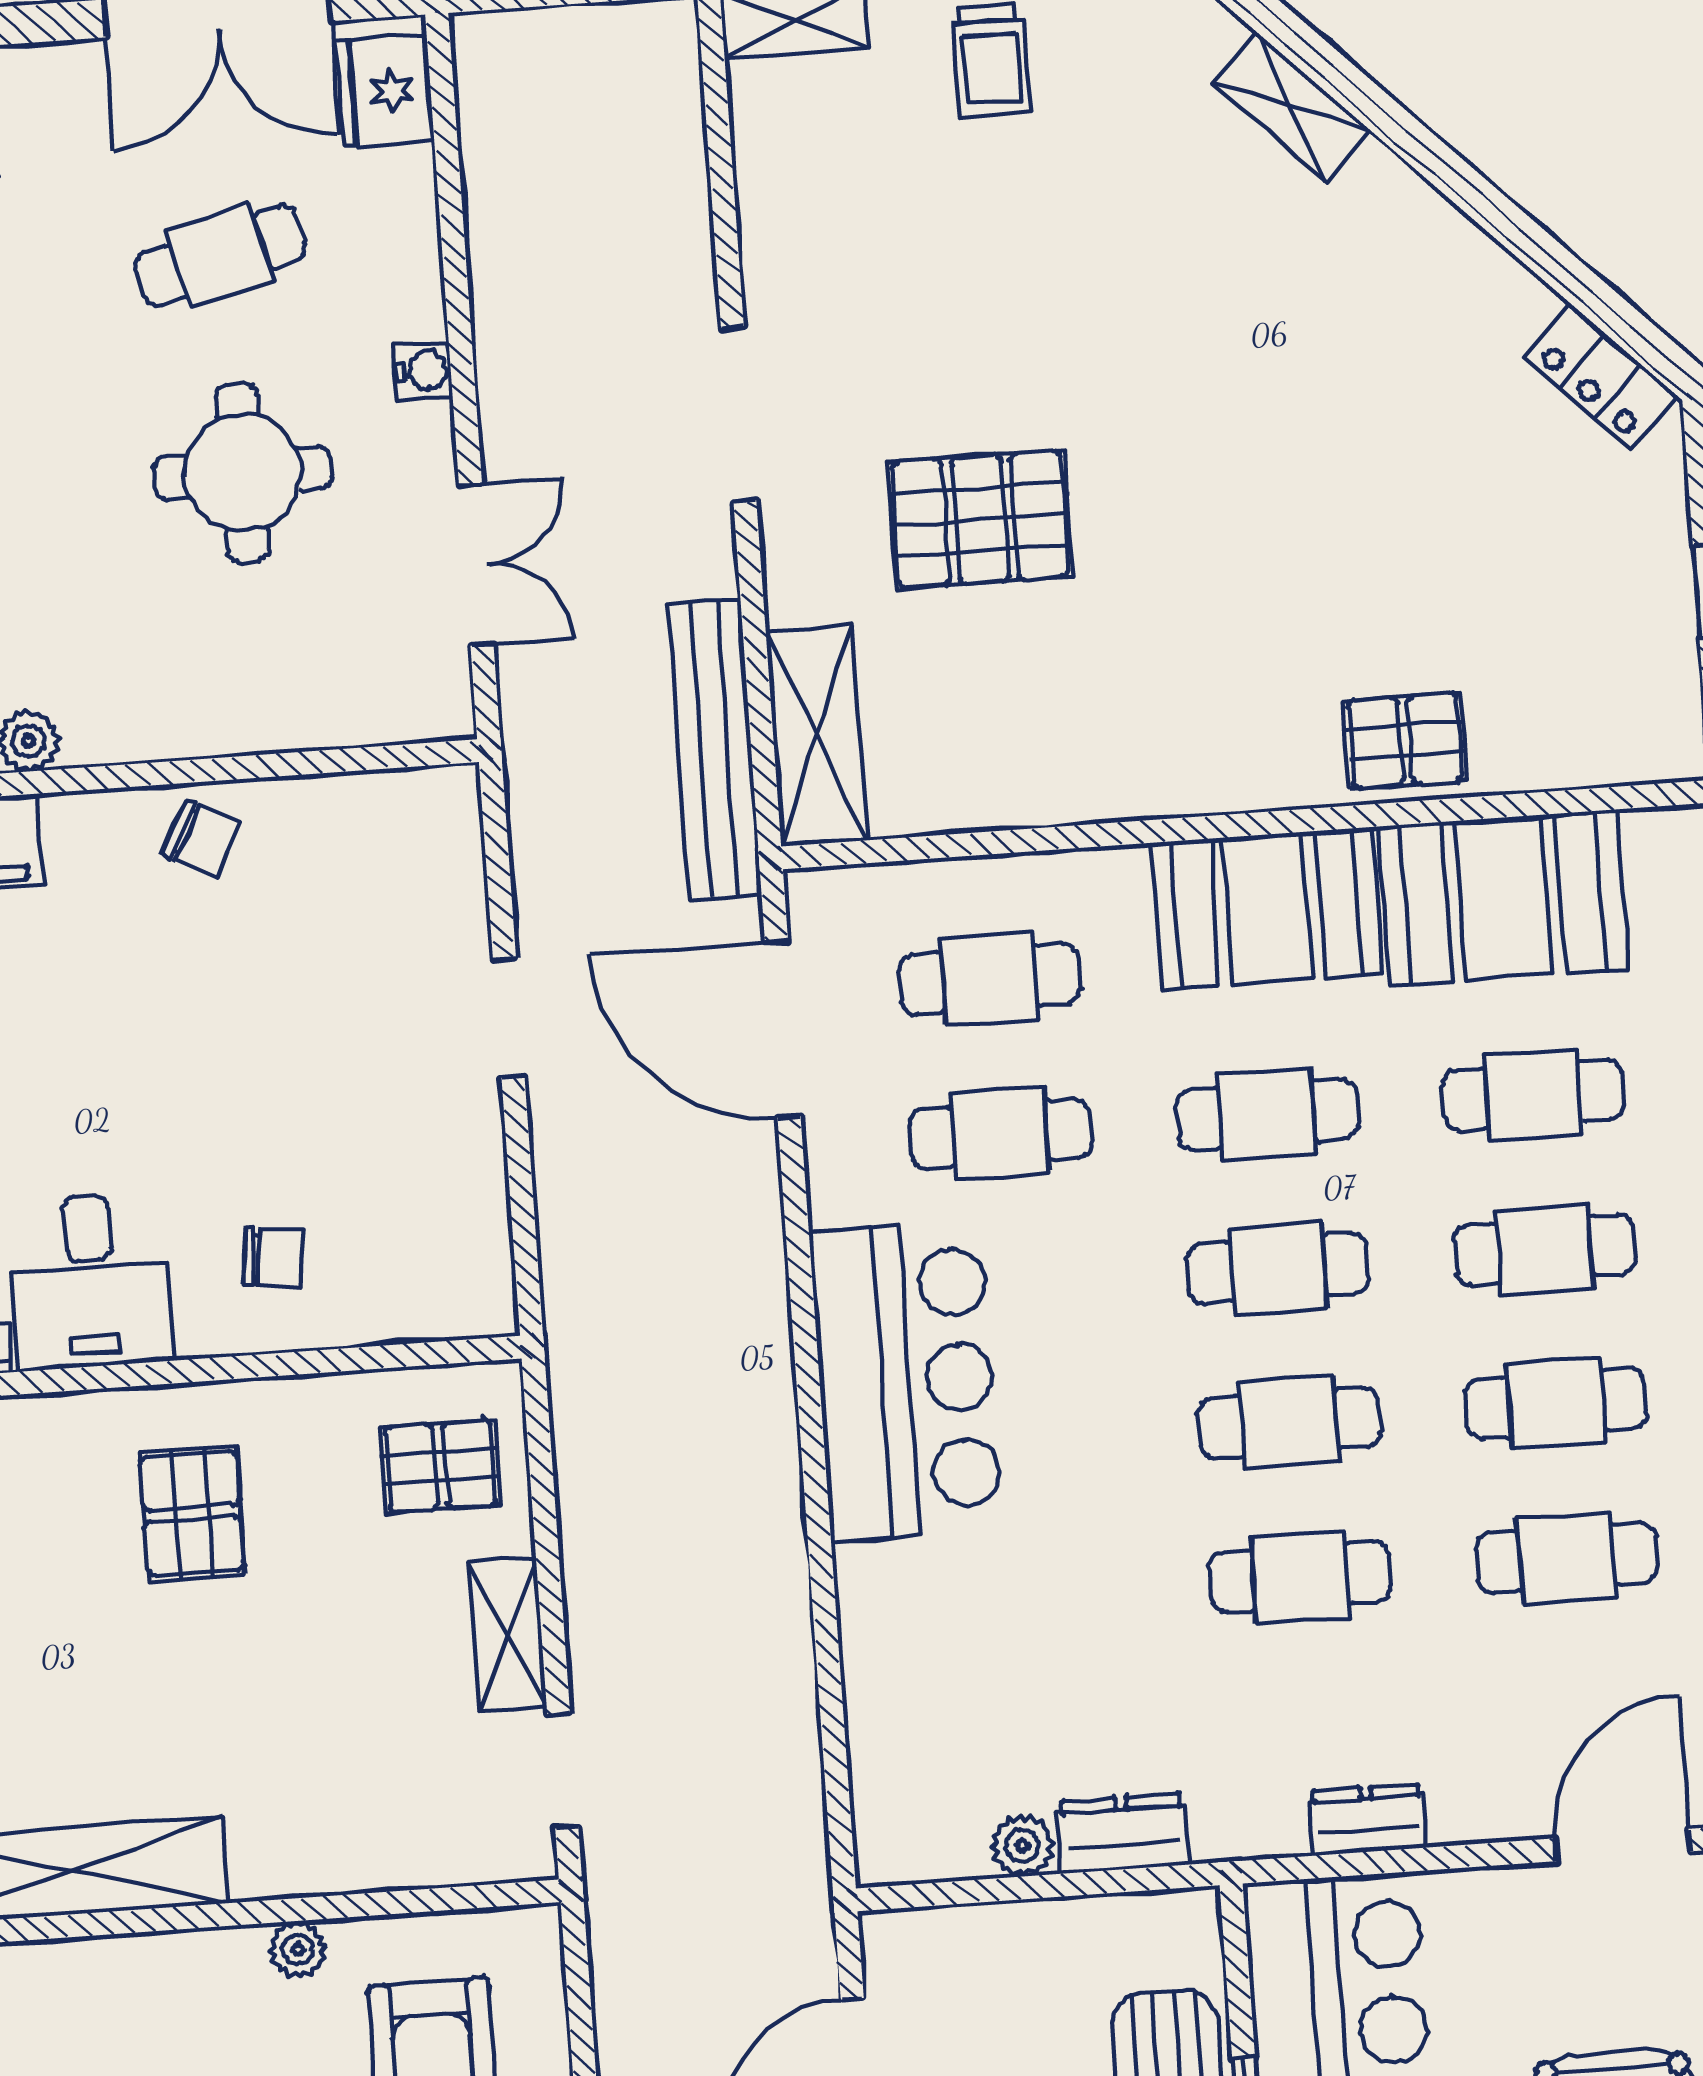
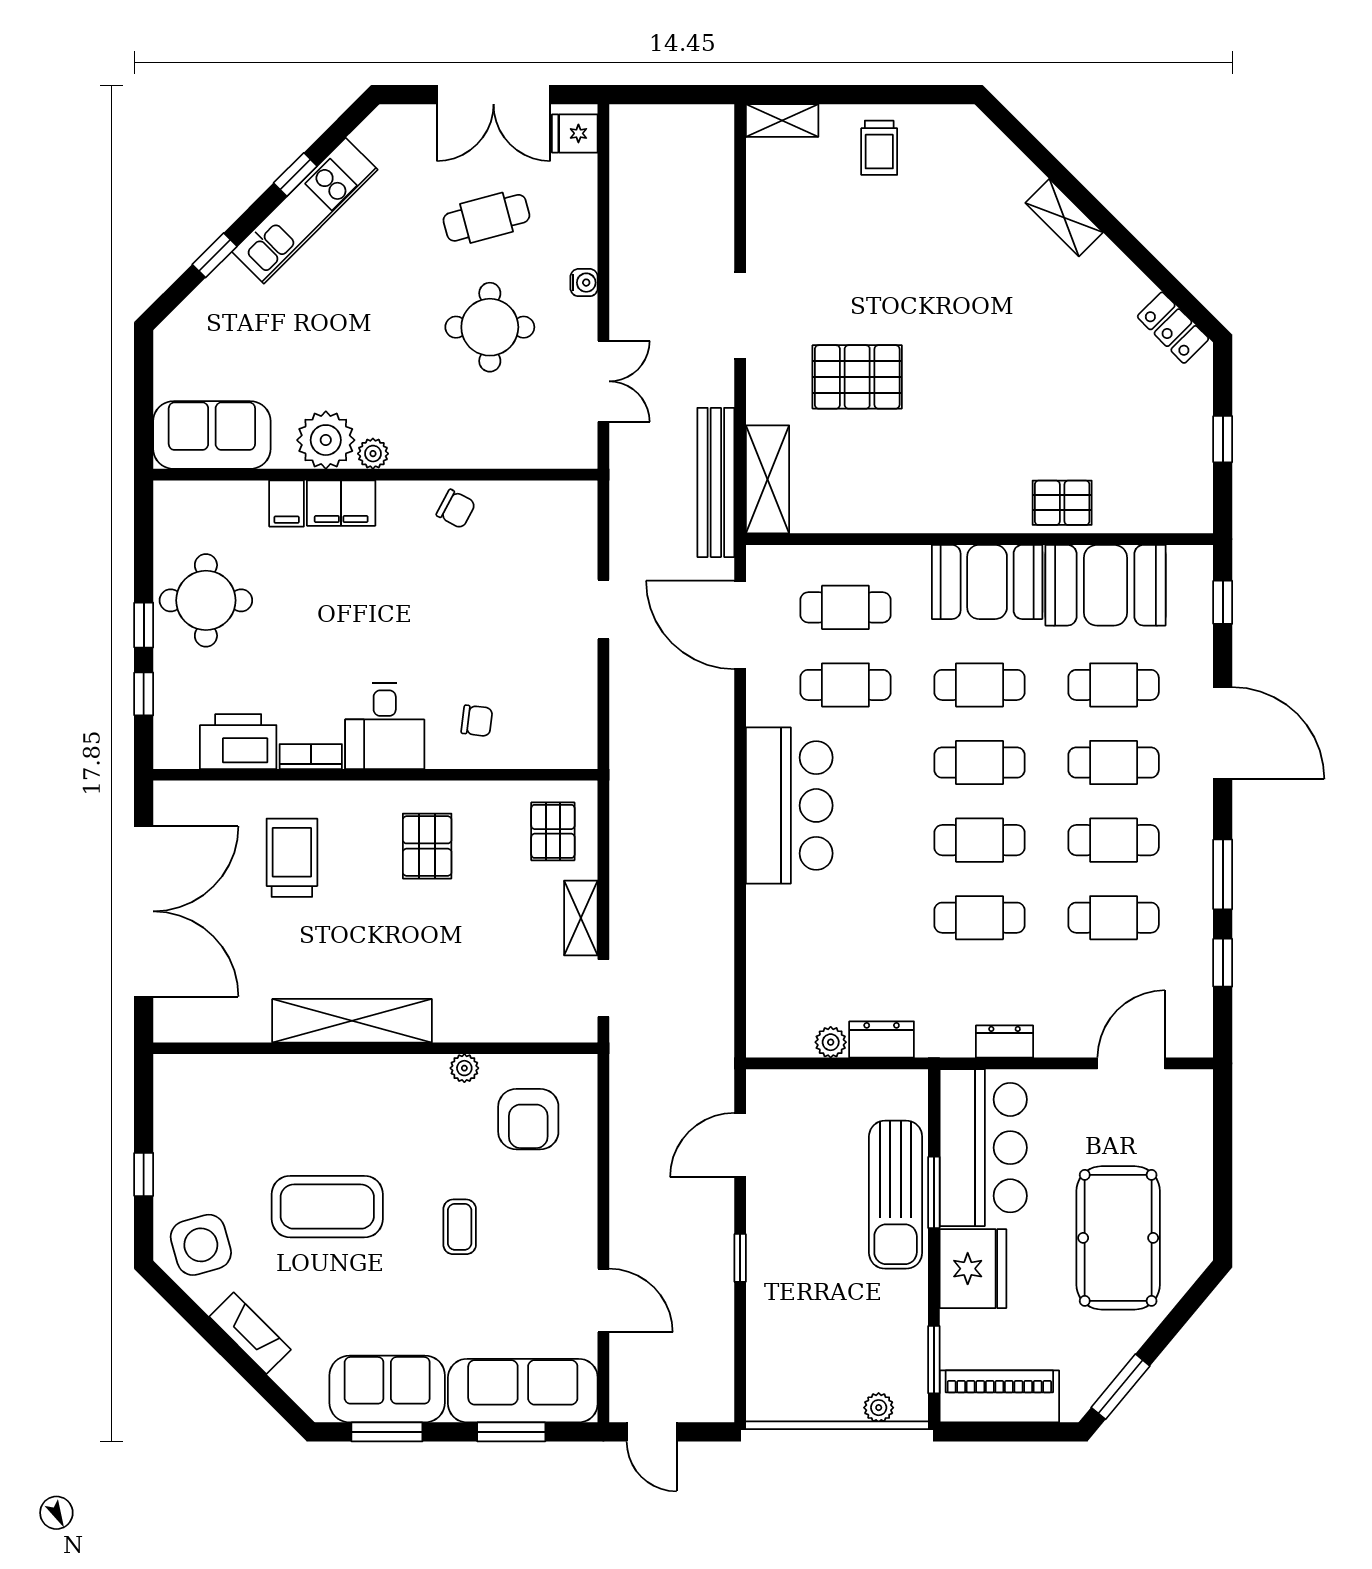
fridge: (385, 91) -> (575, 133), width x0.72
shelving: (1291, 106) -> (1064, 218), moved
pallet: (440, 1466) -> (553, 831), turned 90

